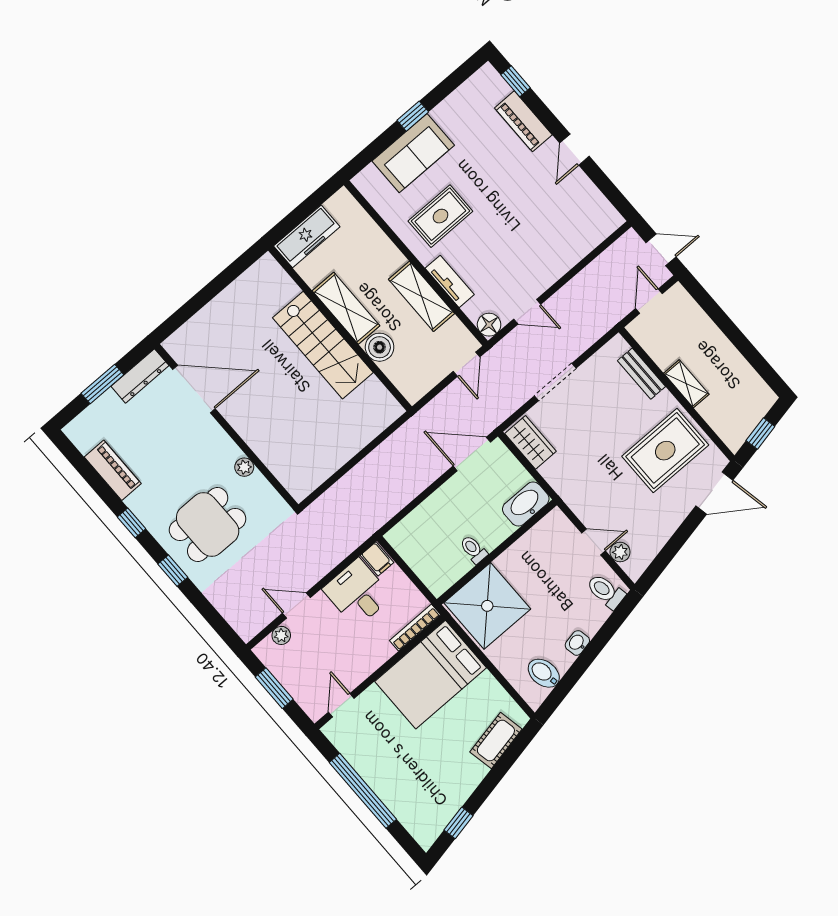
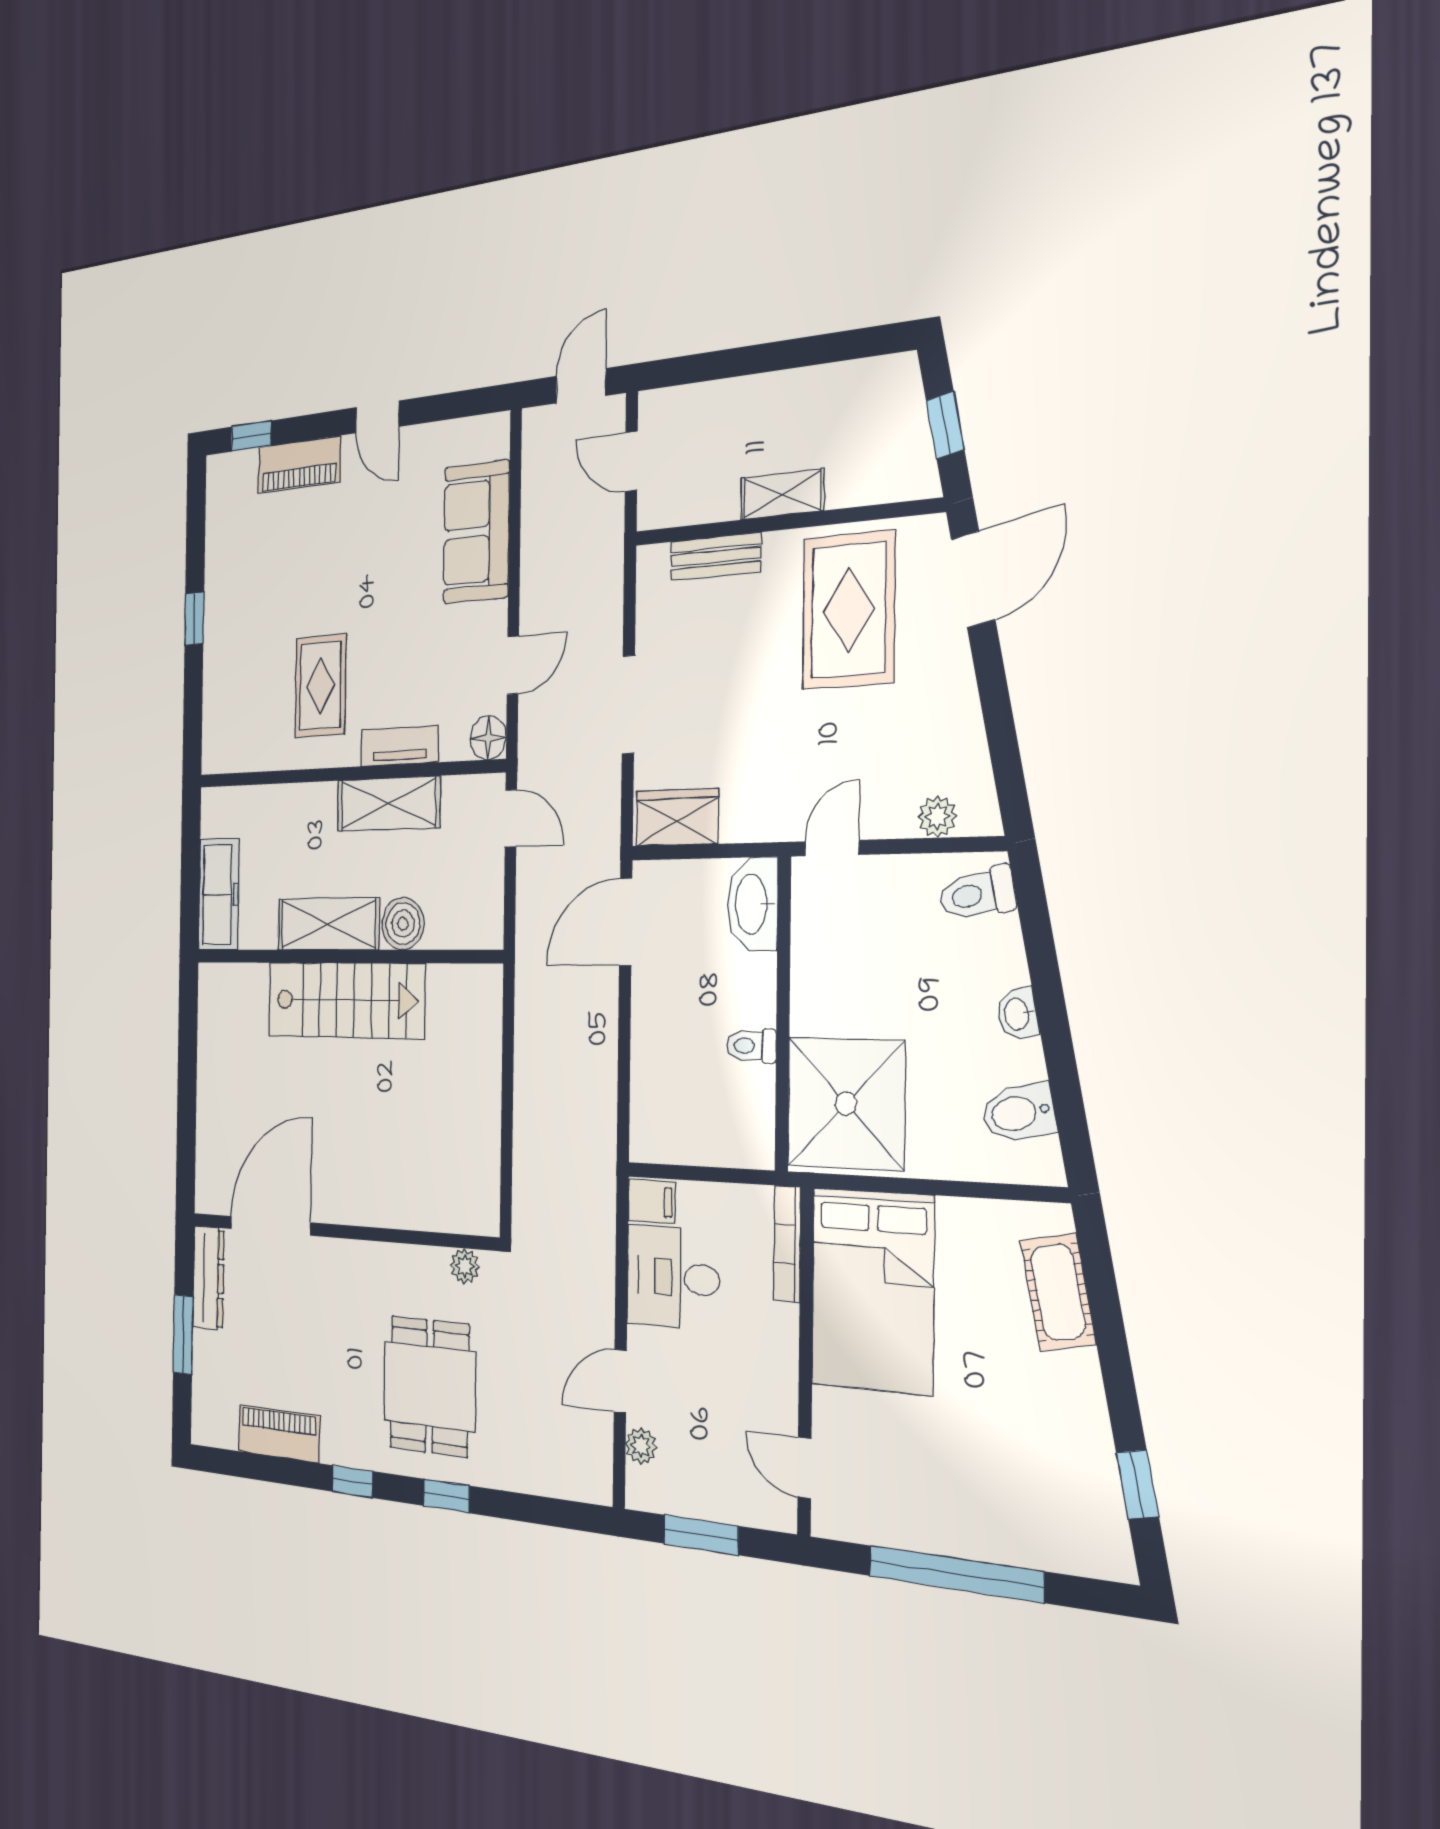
sofa: (413, 153) -> (476, 532), moved, turned 180
plant: (244, 467) -> (465, 1266), moved
door: (594, 542) -> (832, 848), moved

